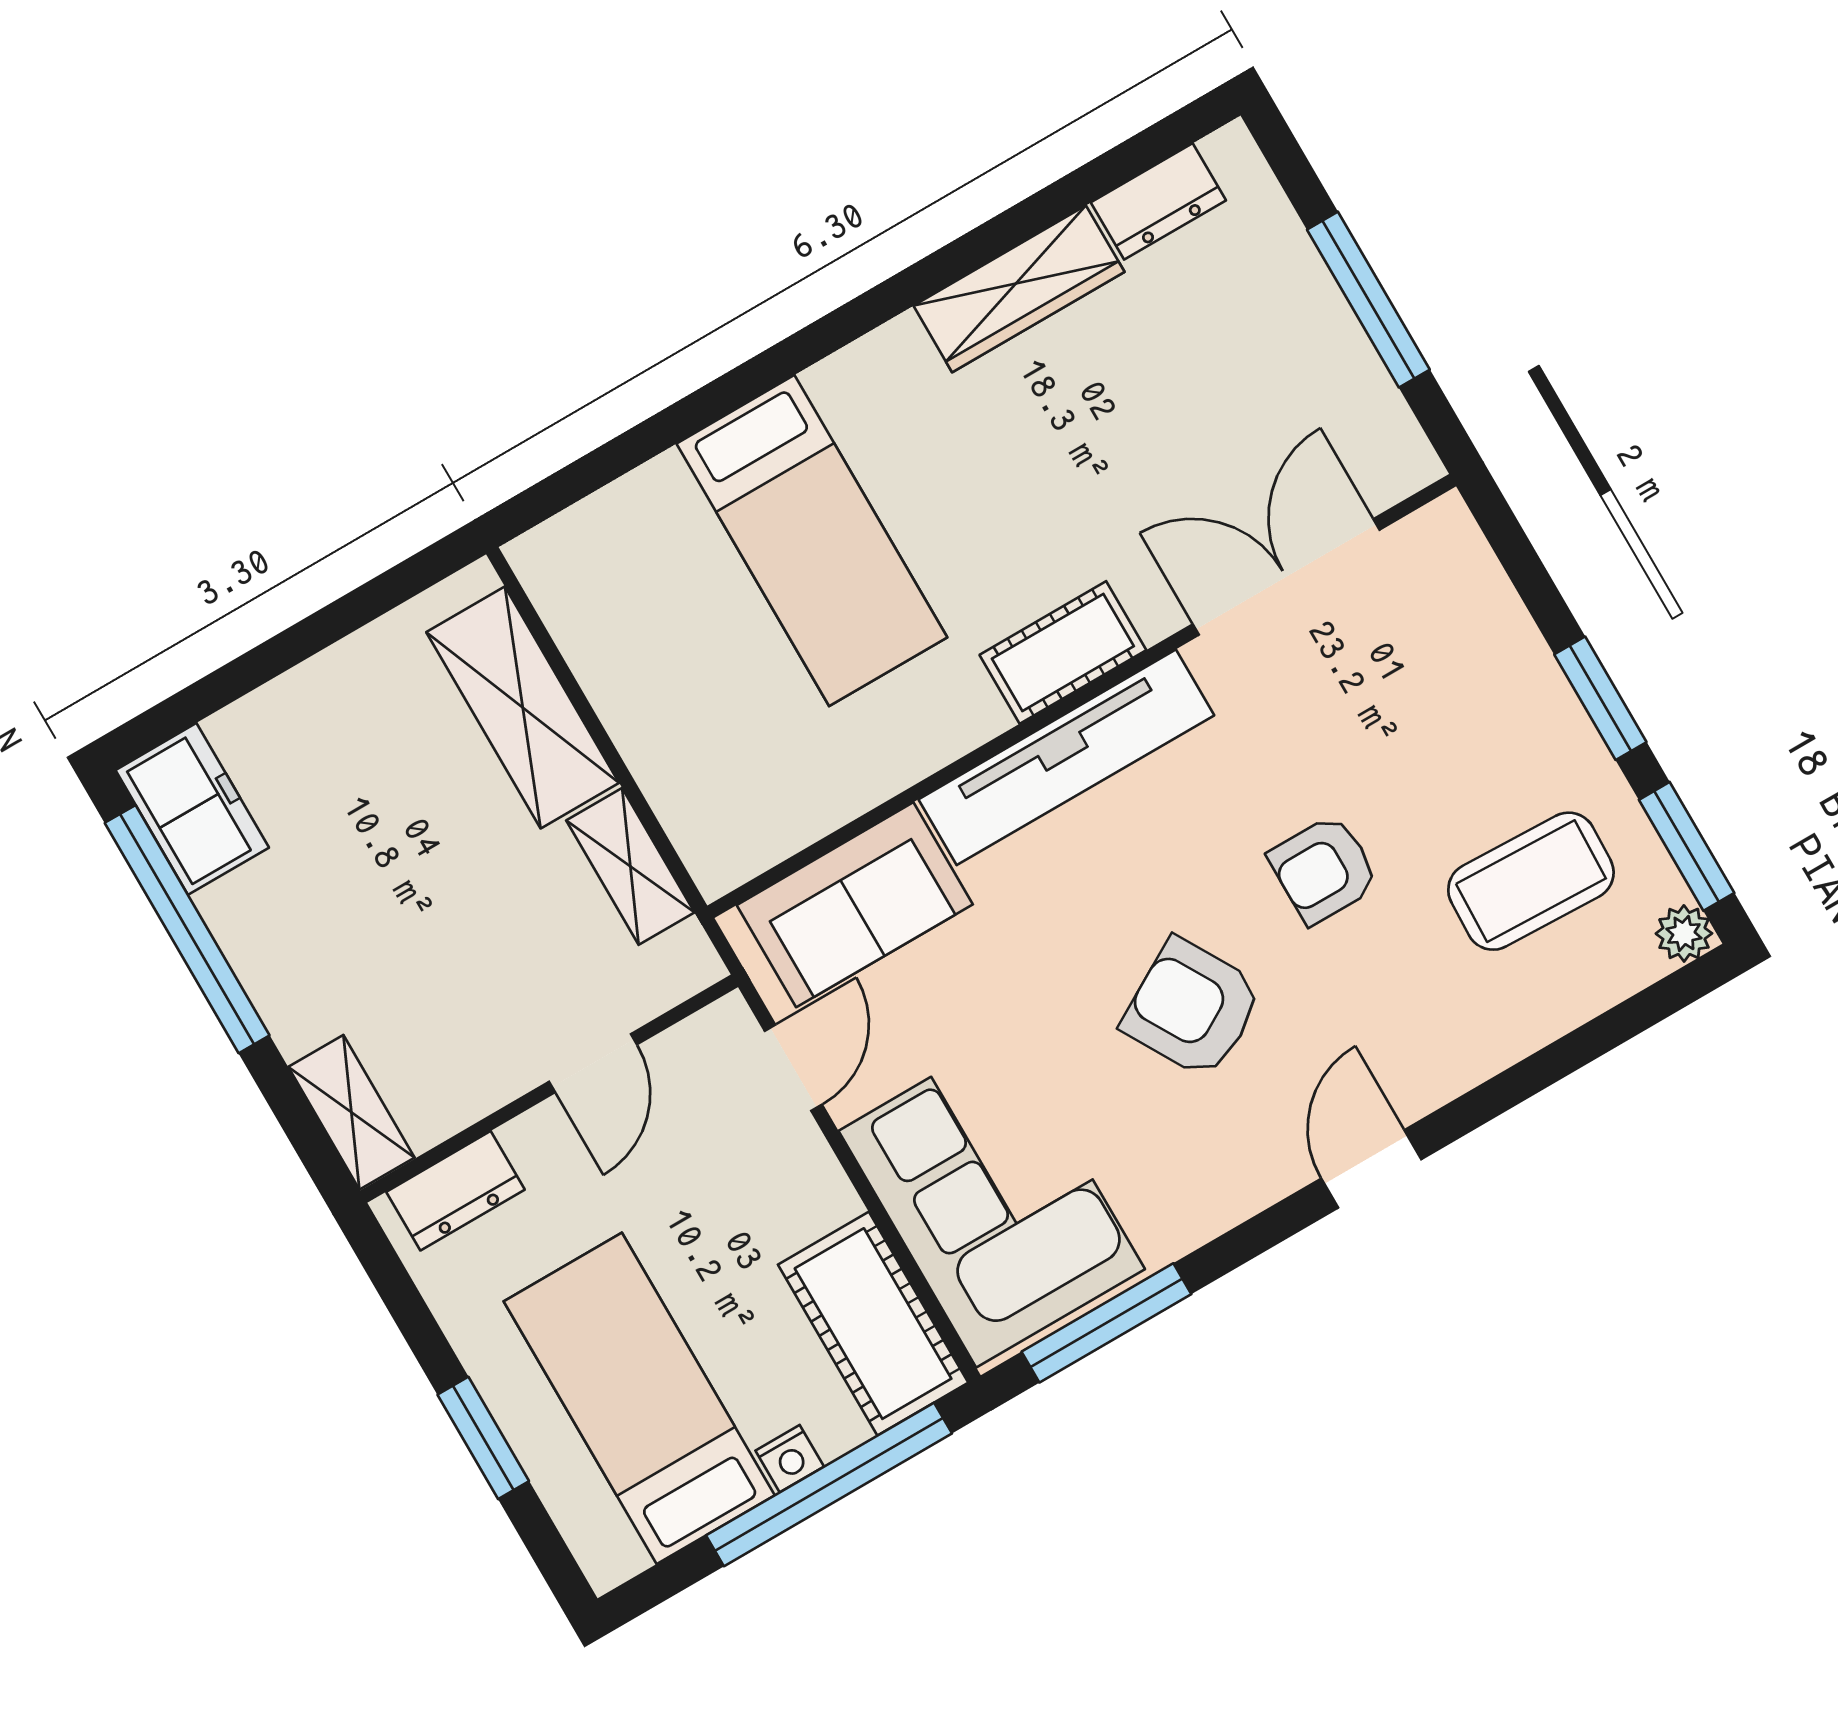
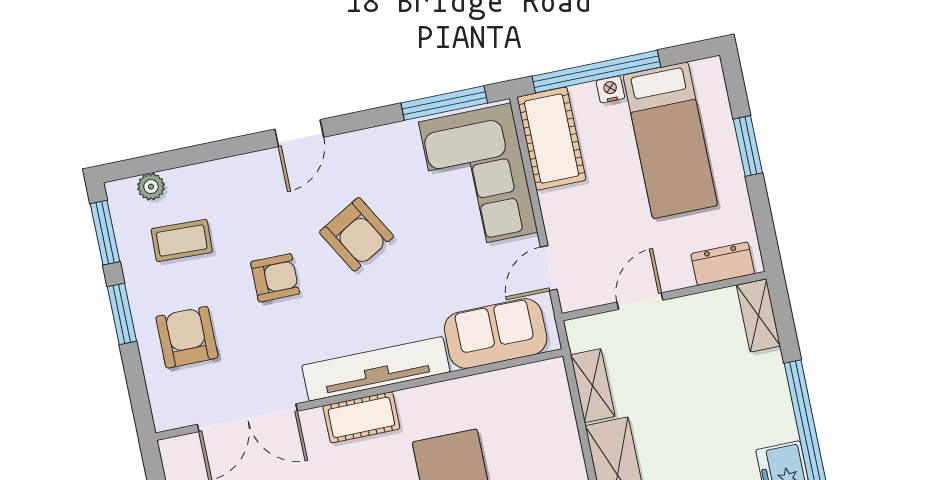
armchair: (1457, 695) -> (187, 337), added
coffee table: (1531, 881) -> (182, 241), width x0.73, depth x0.77
plant: (1684, 933) -> (151, 187), moved

